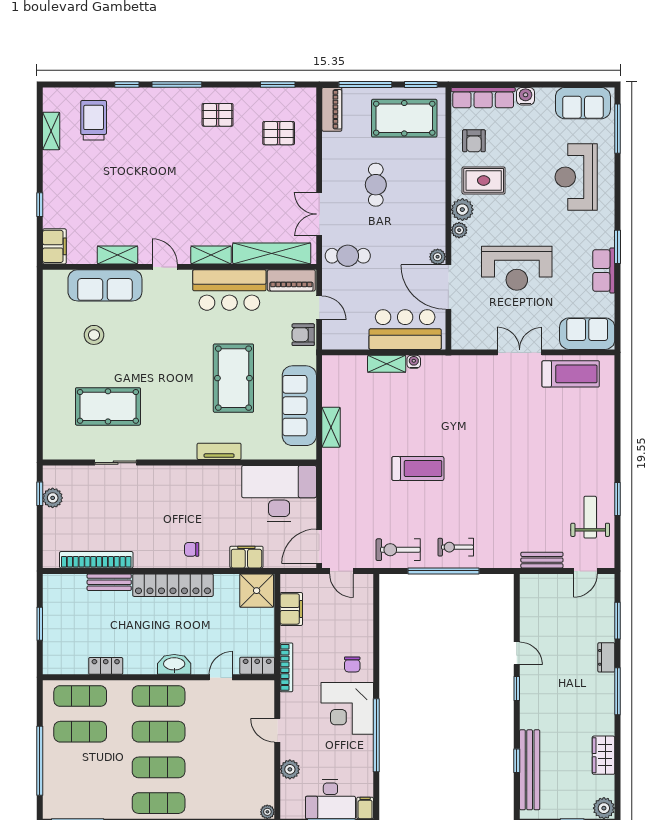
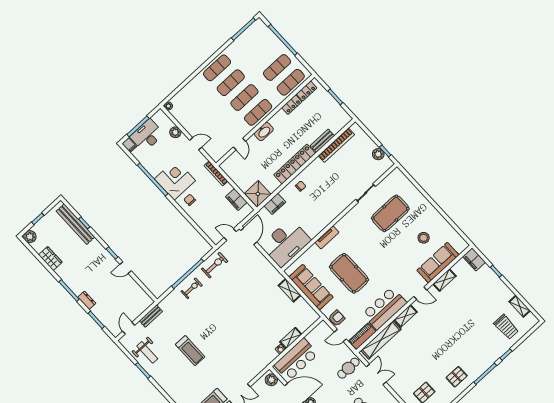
plant: (462, 333) -> (271, 380), added
treadmill: (418, 468) -> (190, 351), moved, turned -90
locker: (257, 666) -> (307, 91), moved

